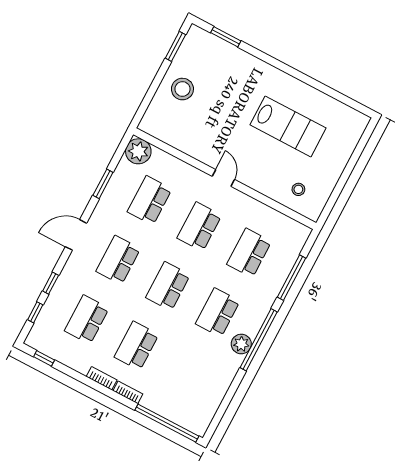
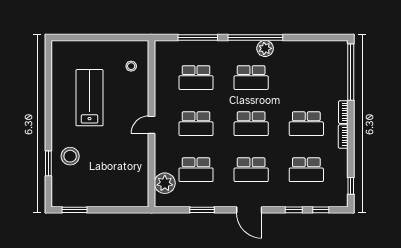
window: (226, 37) -> (48, 163), moved
stool: (182, 89) -> (70, 156), moved
plant: (138, 151) -> (165, 183), moved

